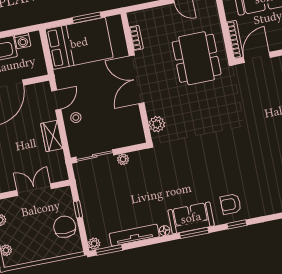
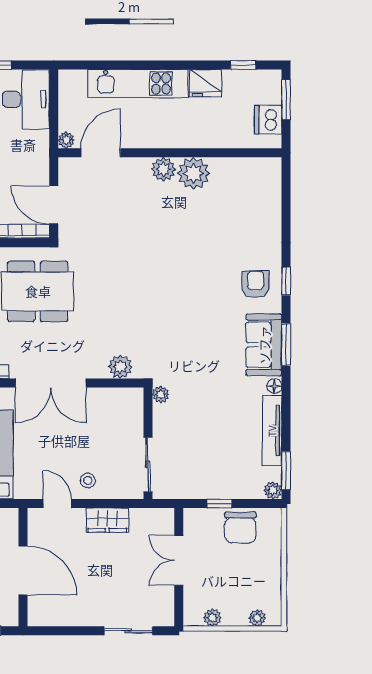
plant: (123, 159) -> (161, 394), moved
armchair: (231, 204) -> (256, 284), turned 180
chair: (65, 227) -> (240, 528), turned -90

